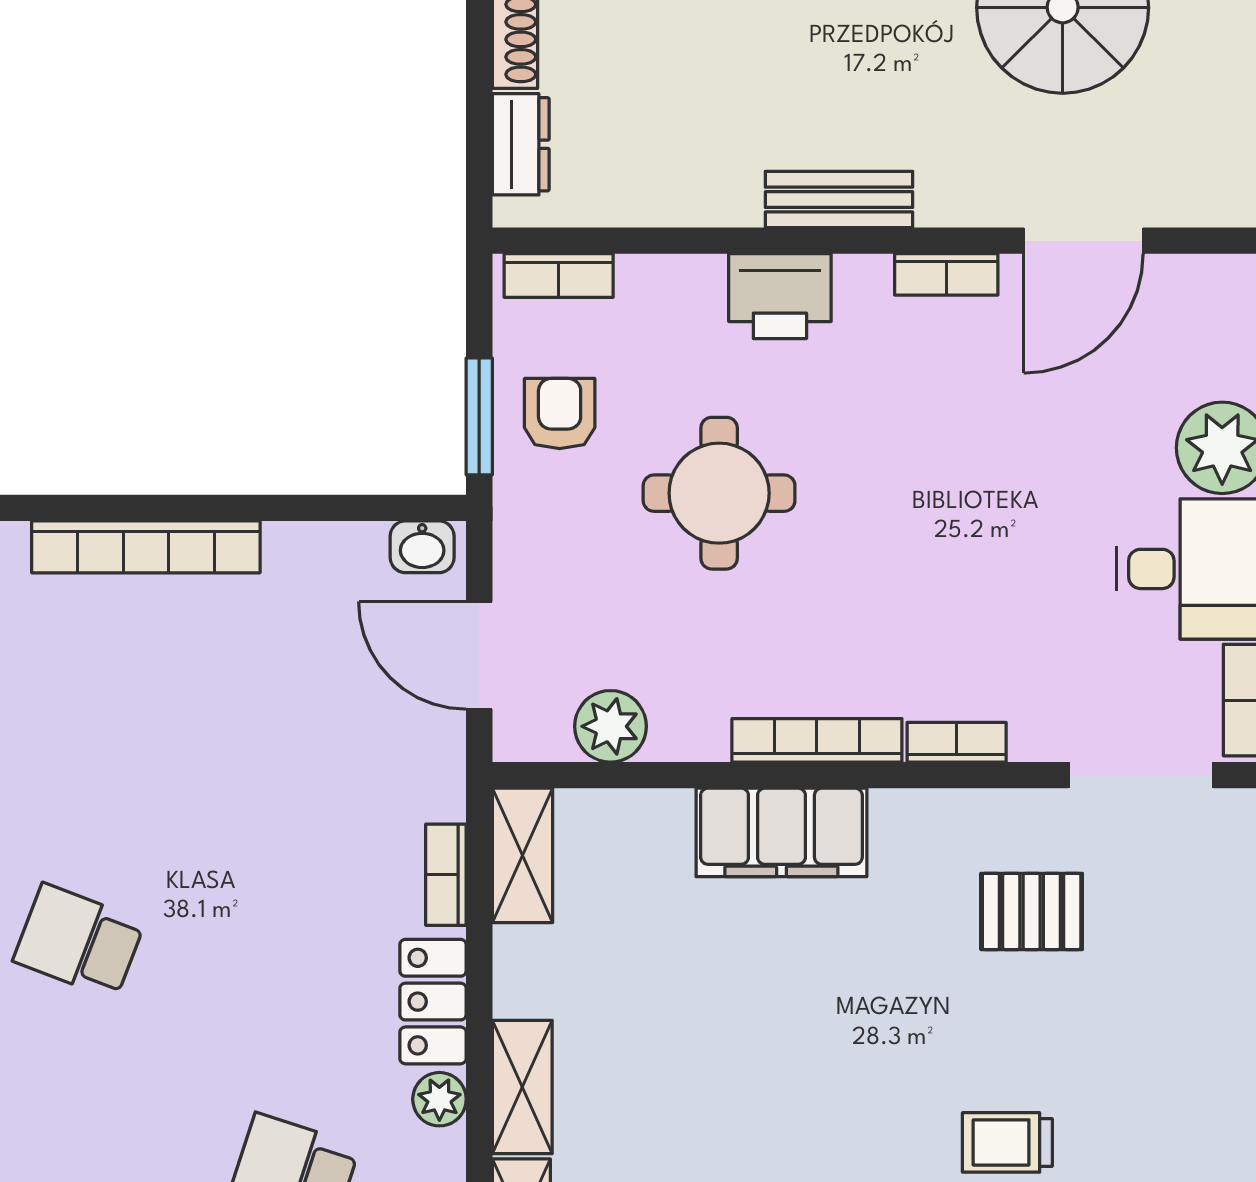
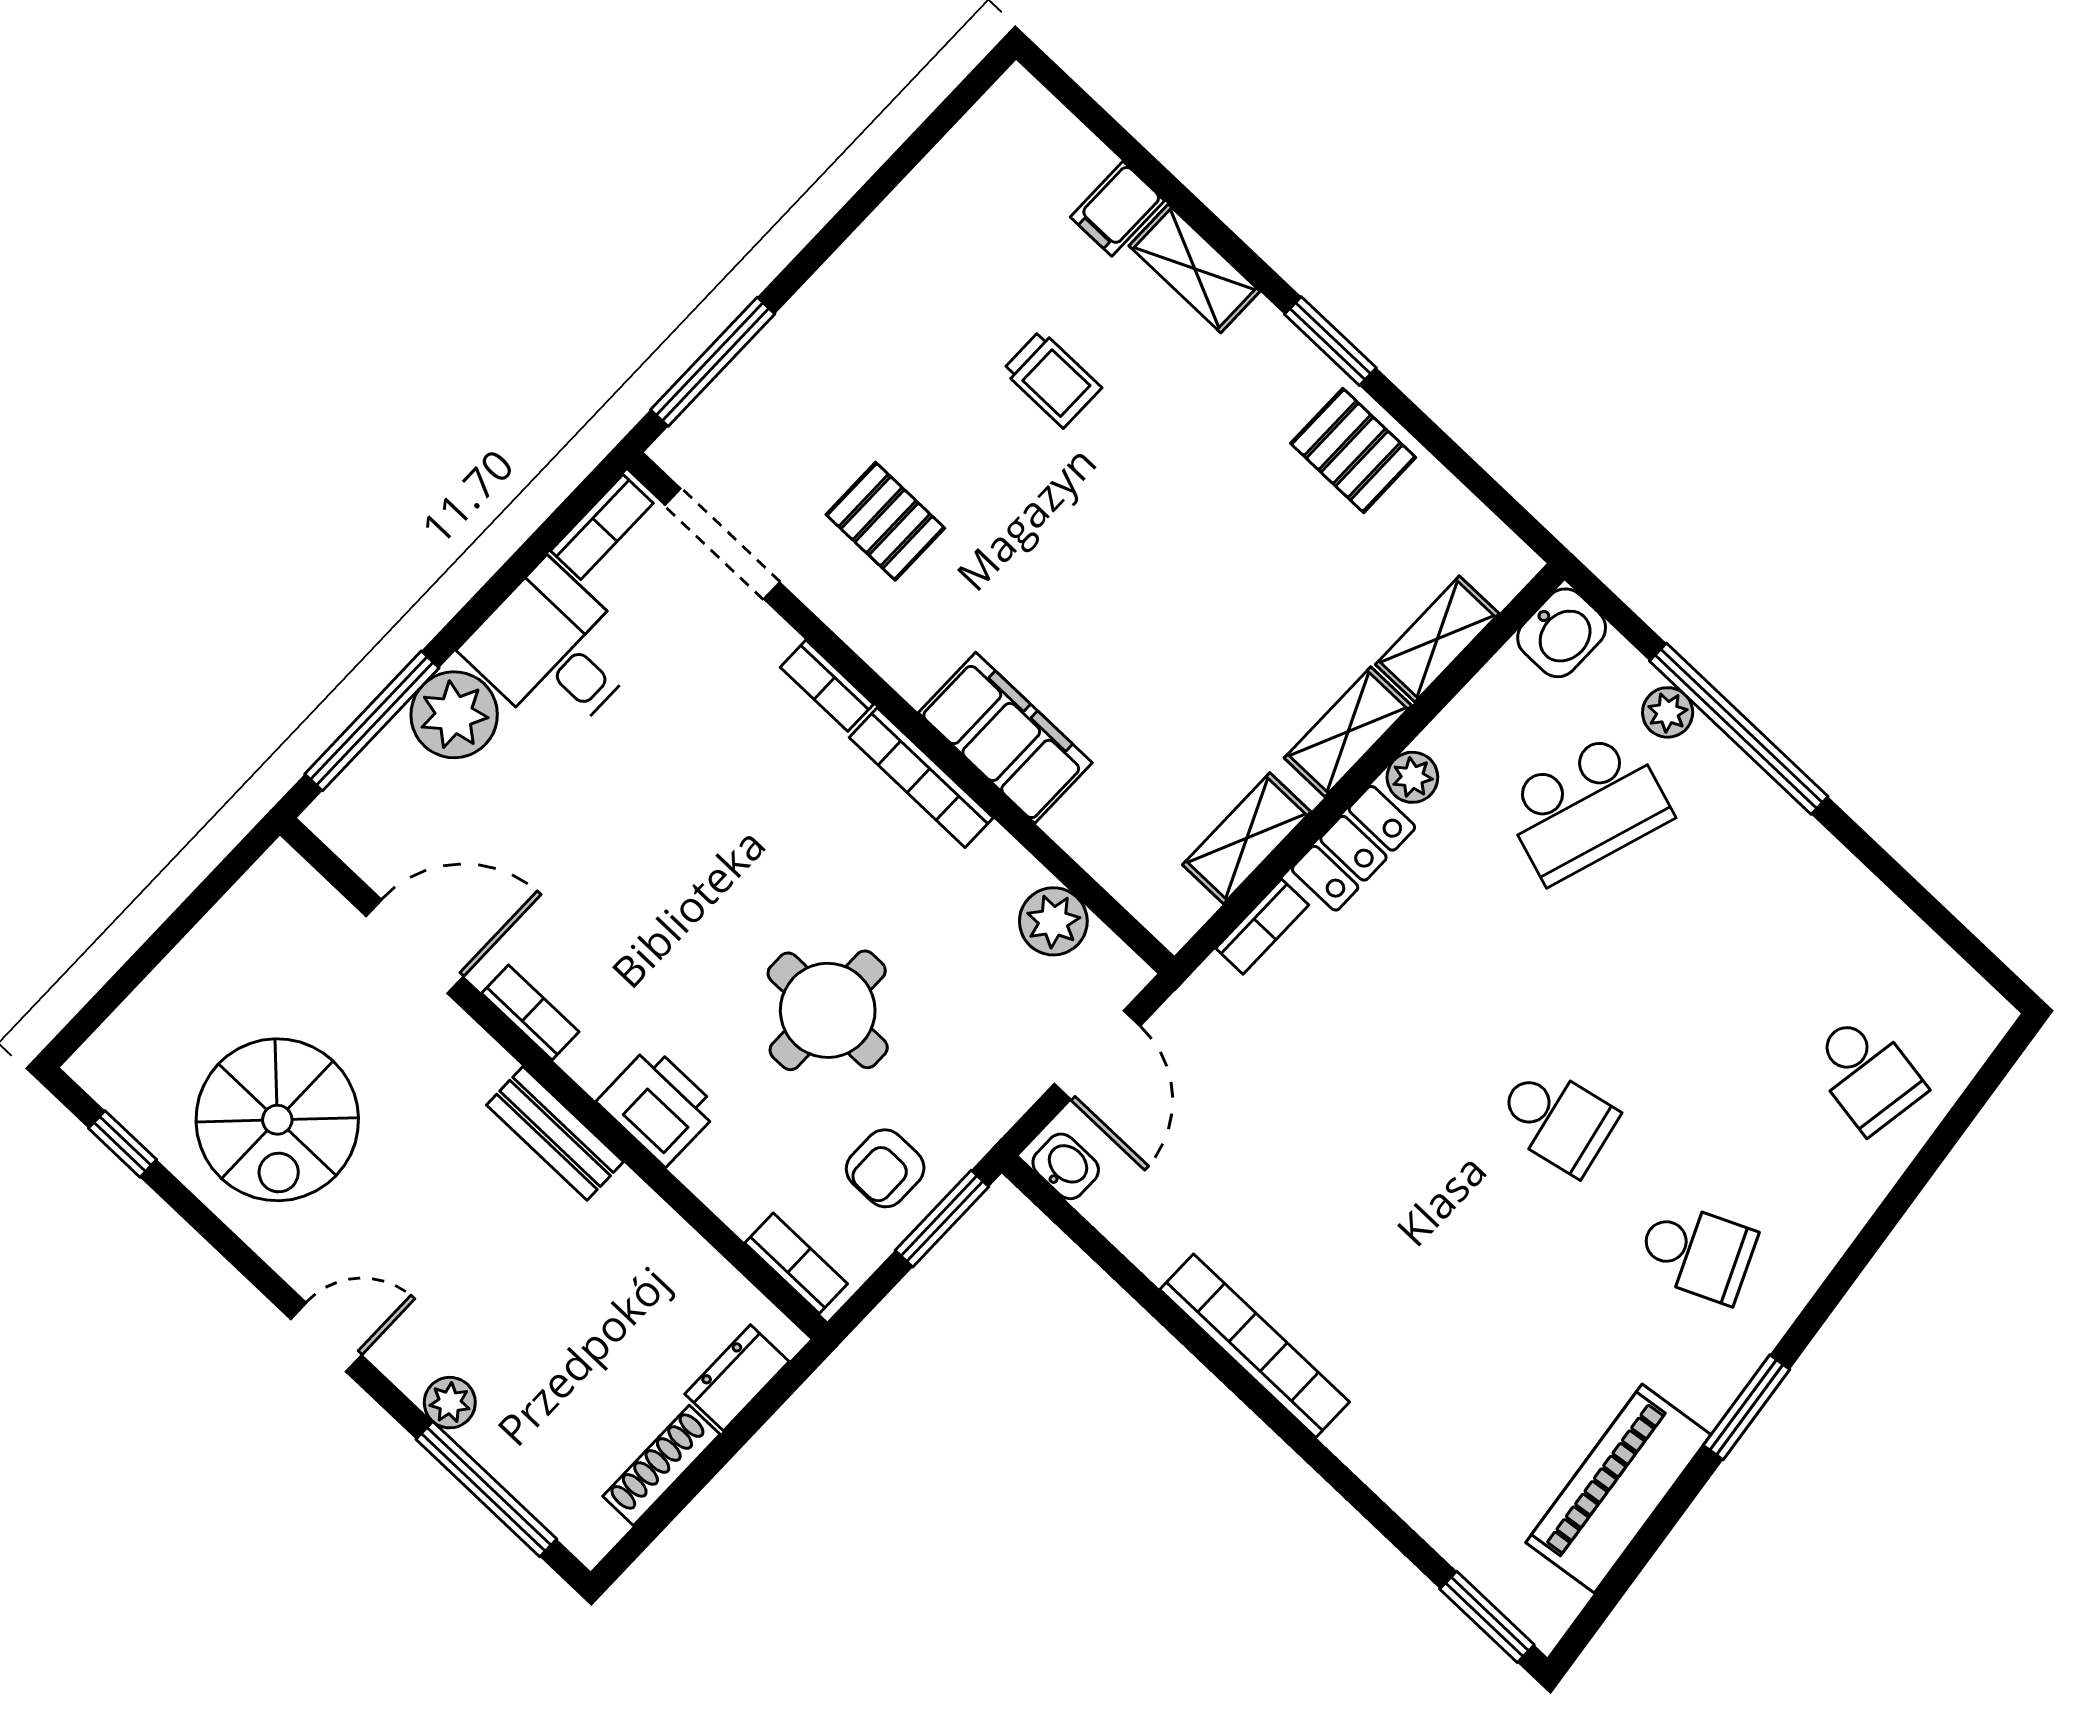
shelving: (522, 855) -> (1247, 838), moved
school desk: (79, 941) -> (1557, 1119), turned -33

